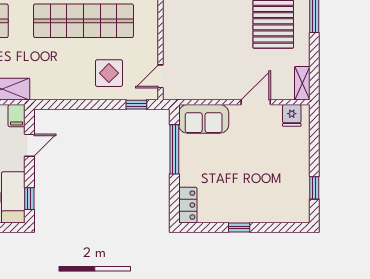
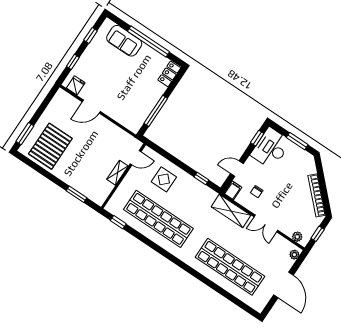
shelving: (302, 83) -> (118, 173), moved
window: (136, 105) -> (201, 178), moved
sofa: (204, 119) -> (124, 41), moved, turned 180
window: (314, 141) -> (73, 62), added
window: (239, 228) -> (149, 41), width x3.17

